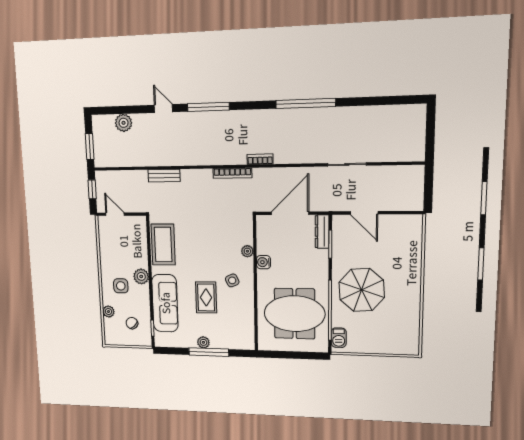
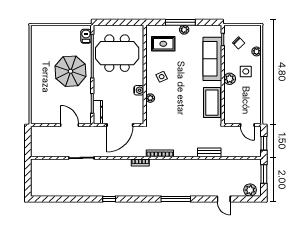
window: (306, 103) -> (109, 199), width x0.32
door: (163, 108) -> (224, 199), moved
plant: (124, 123) -> (250, 190), moved
rug: (206, 297) -> (163, 44), moved, turned 90

